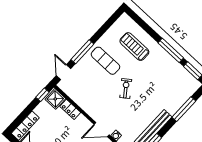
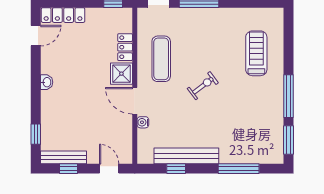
exercise mat: (105, 61) -> (161, 59), moved
shower: (55, 99) -> (121, 74), moved

